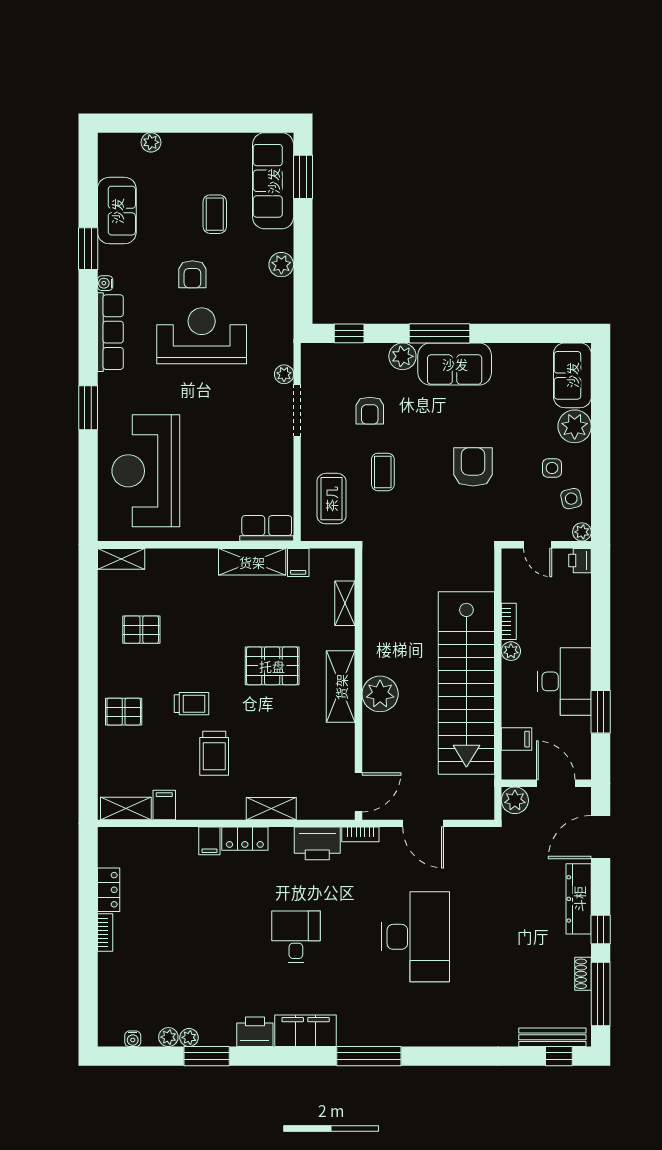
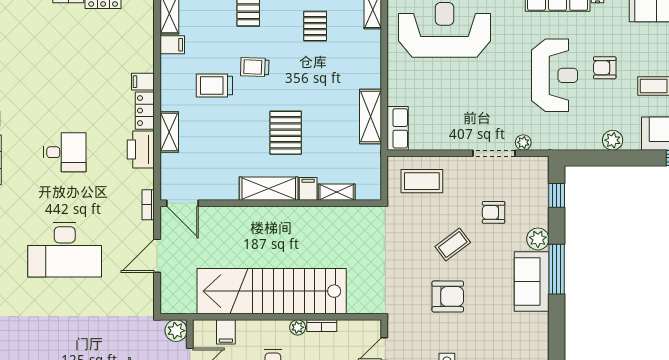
coffee table: (383, 472) -> (453, 245), moved, turned -37
filing cabinet: (298, 562) -> (308, 189), moved, turned 90
plant: (380, 694) -> (263, 221), removed
trolley: (192, 704) -> (255, 67), turned 92
printer: (317, 843) -> (141, 150), moved

